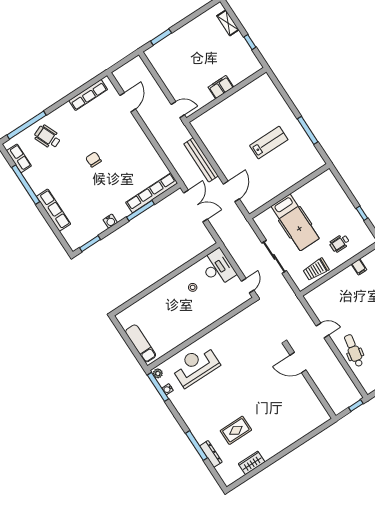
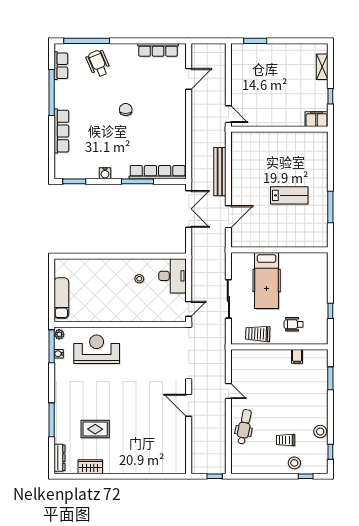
filing cabinet: (221, 87) -> (317, 119), moved
dresser: (211, 454) -> (60, 458), moved

